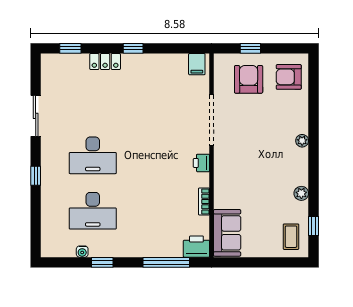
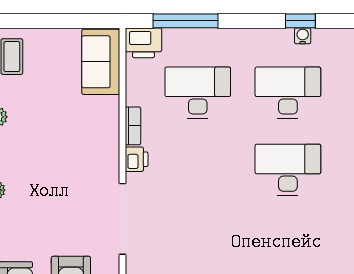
bookcase: (204, 202) -> (133, 126), moved
desk: (157, 211) -> (198, 93), added
window: (102, 262) -> (300, 21), moved

